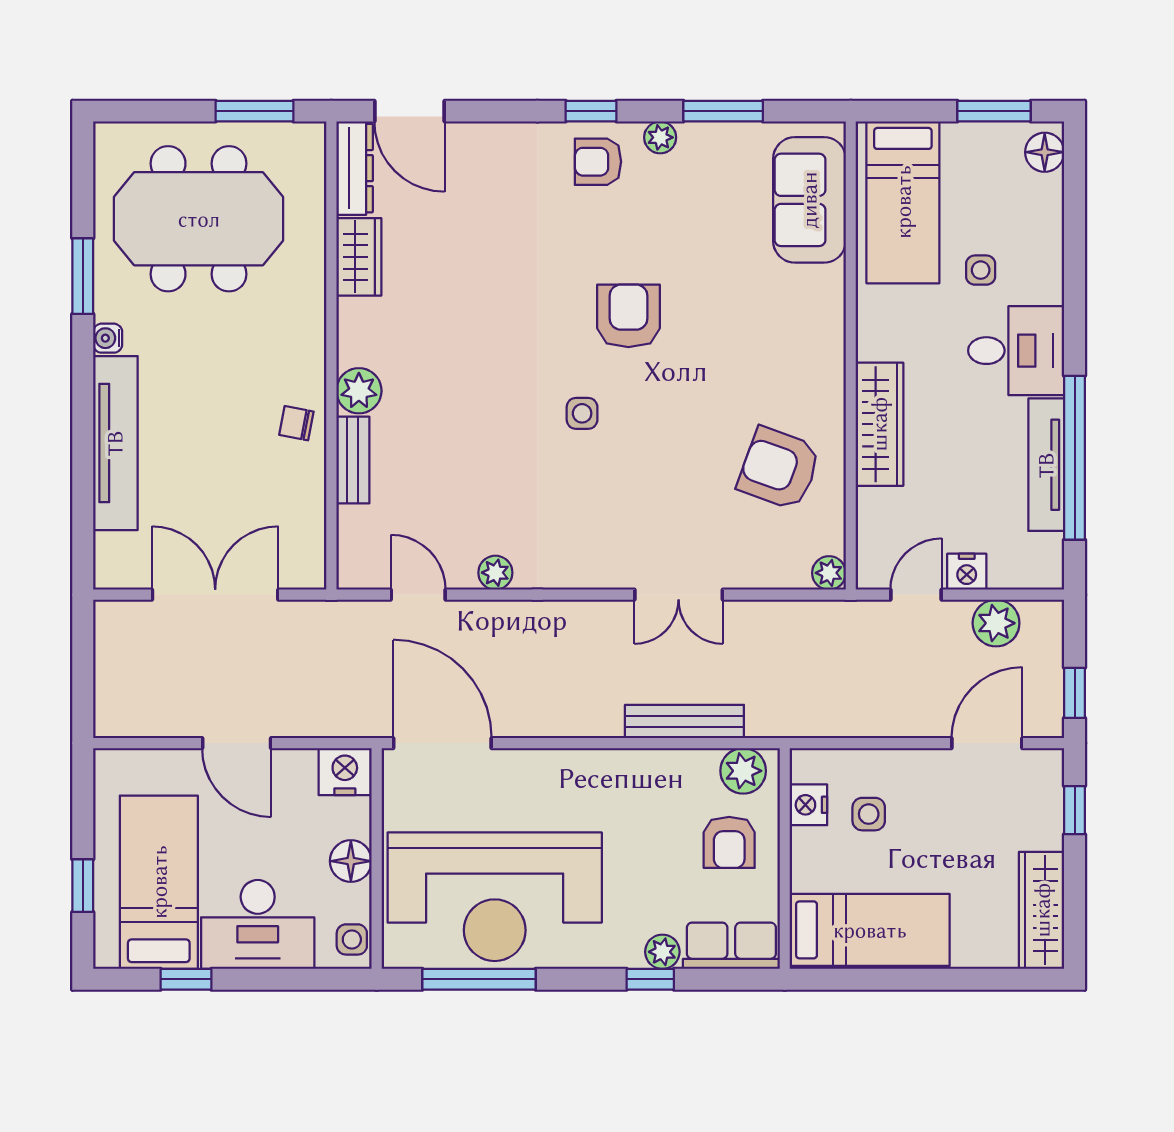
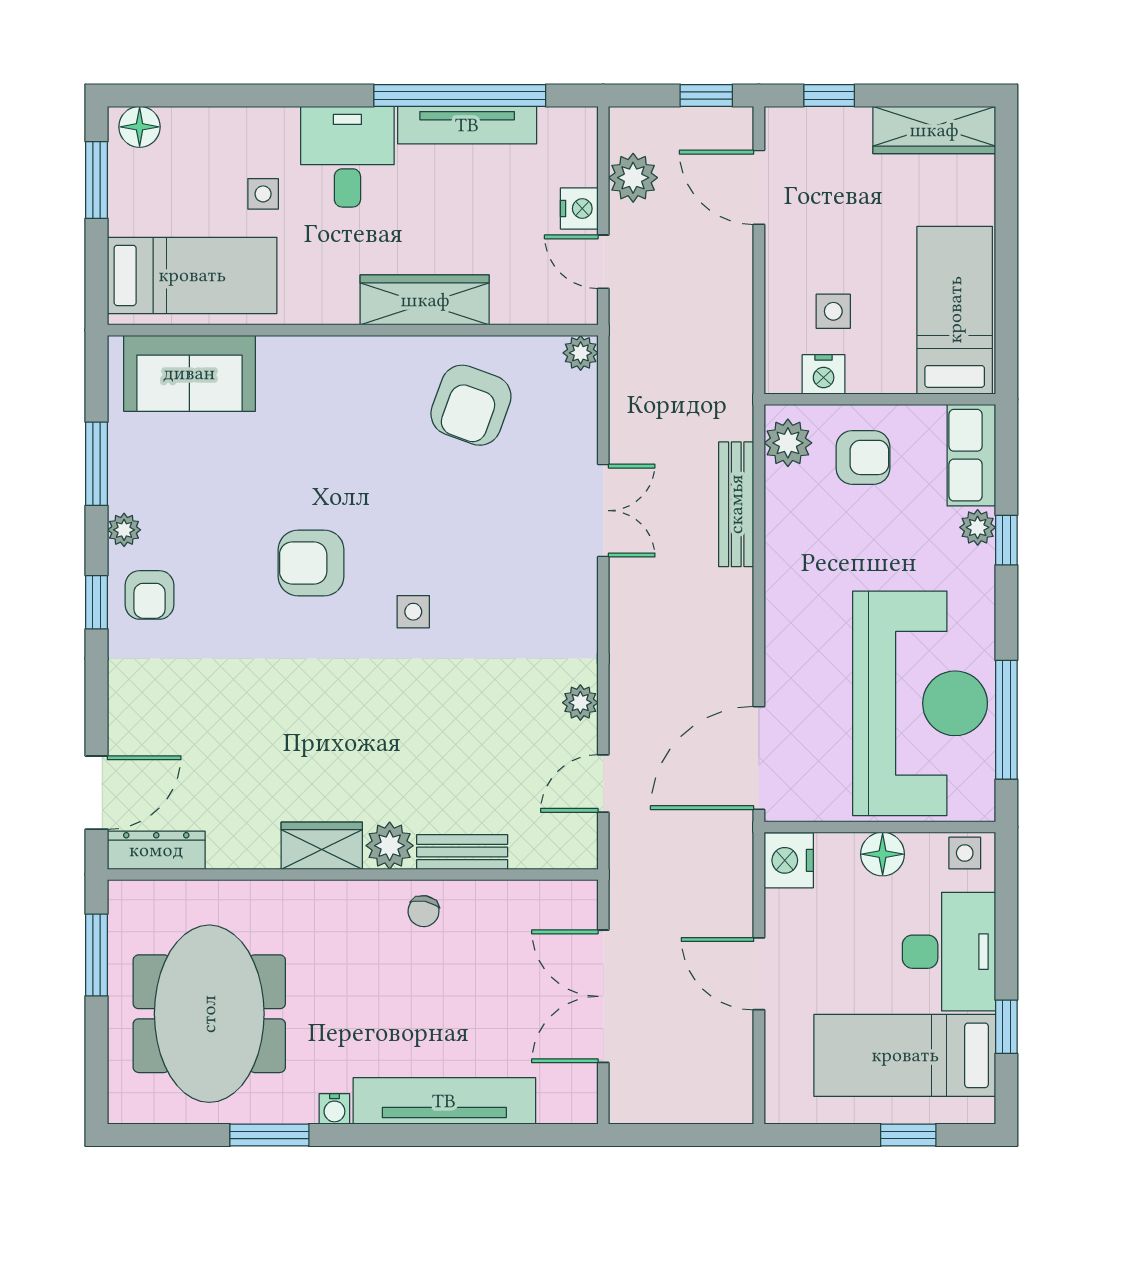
wardrobe: (359, 257) -> (322, 846), moved
door: (237, 743) -> (759, 974), swing flipped

